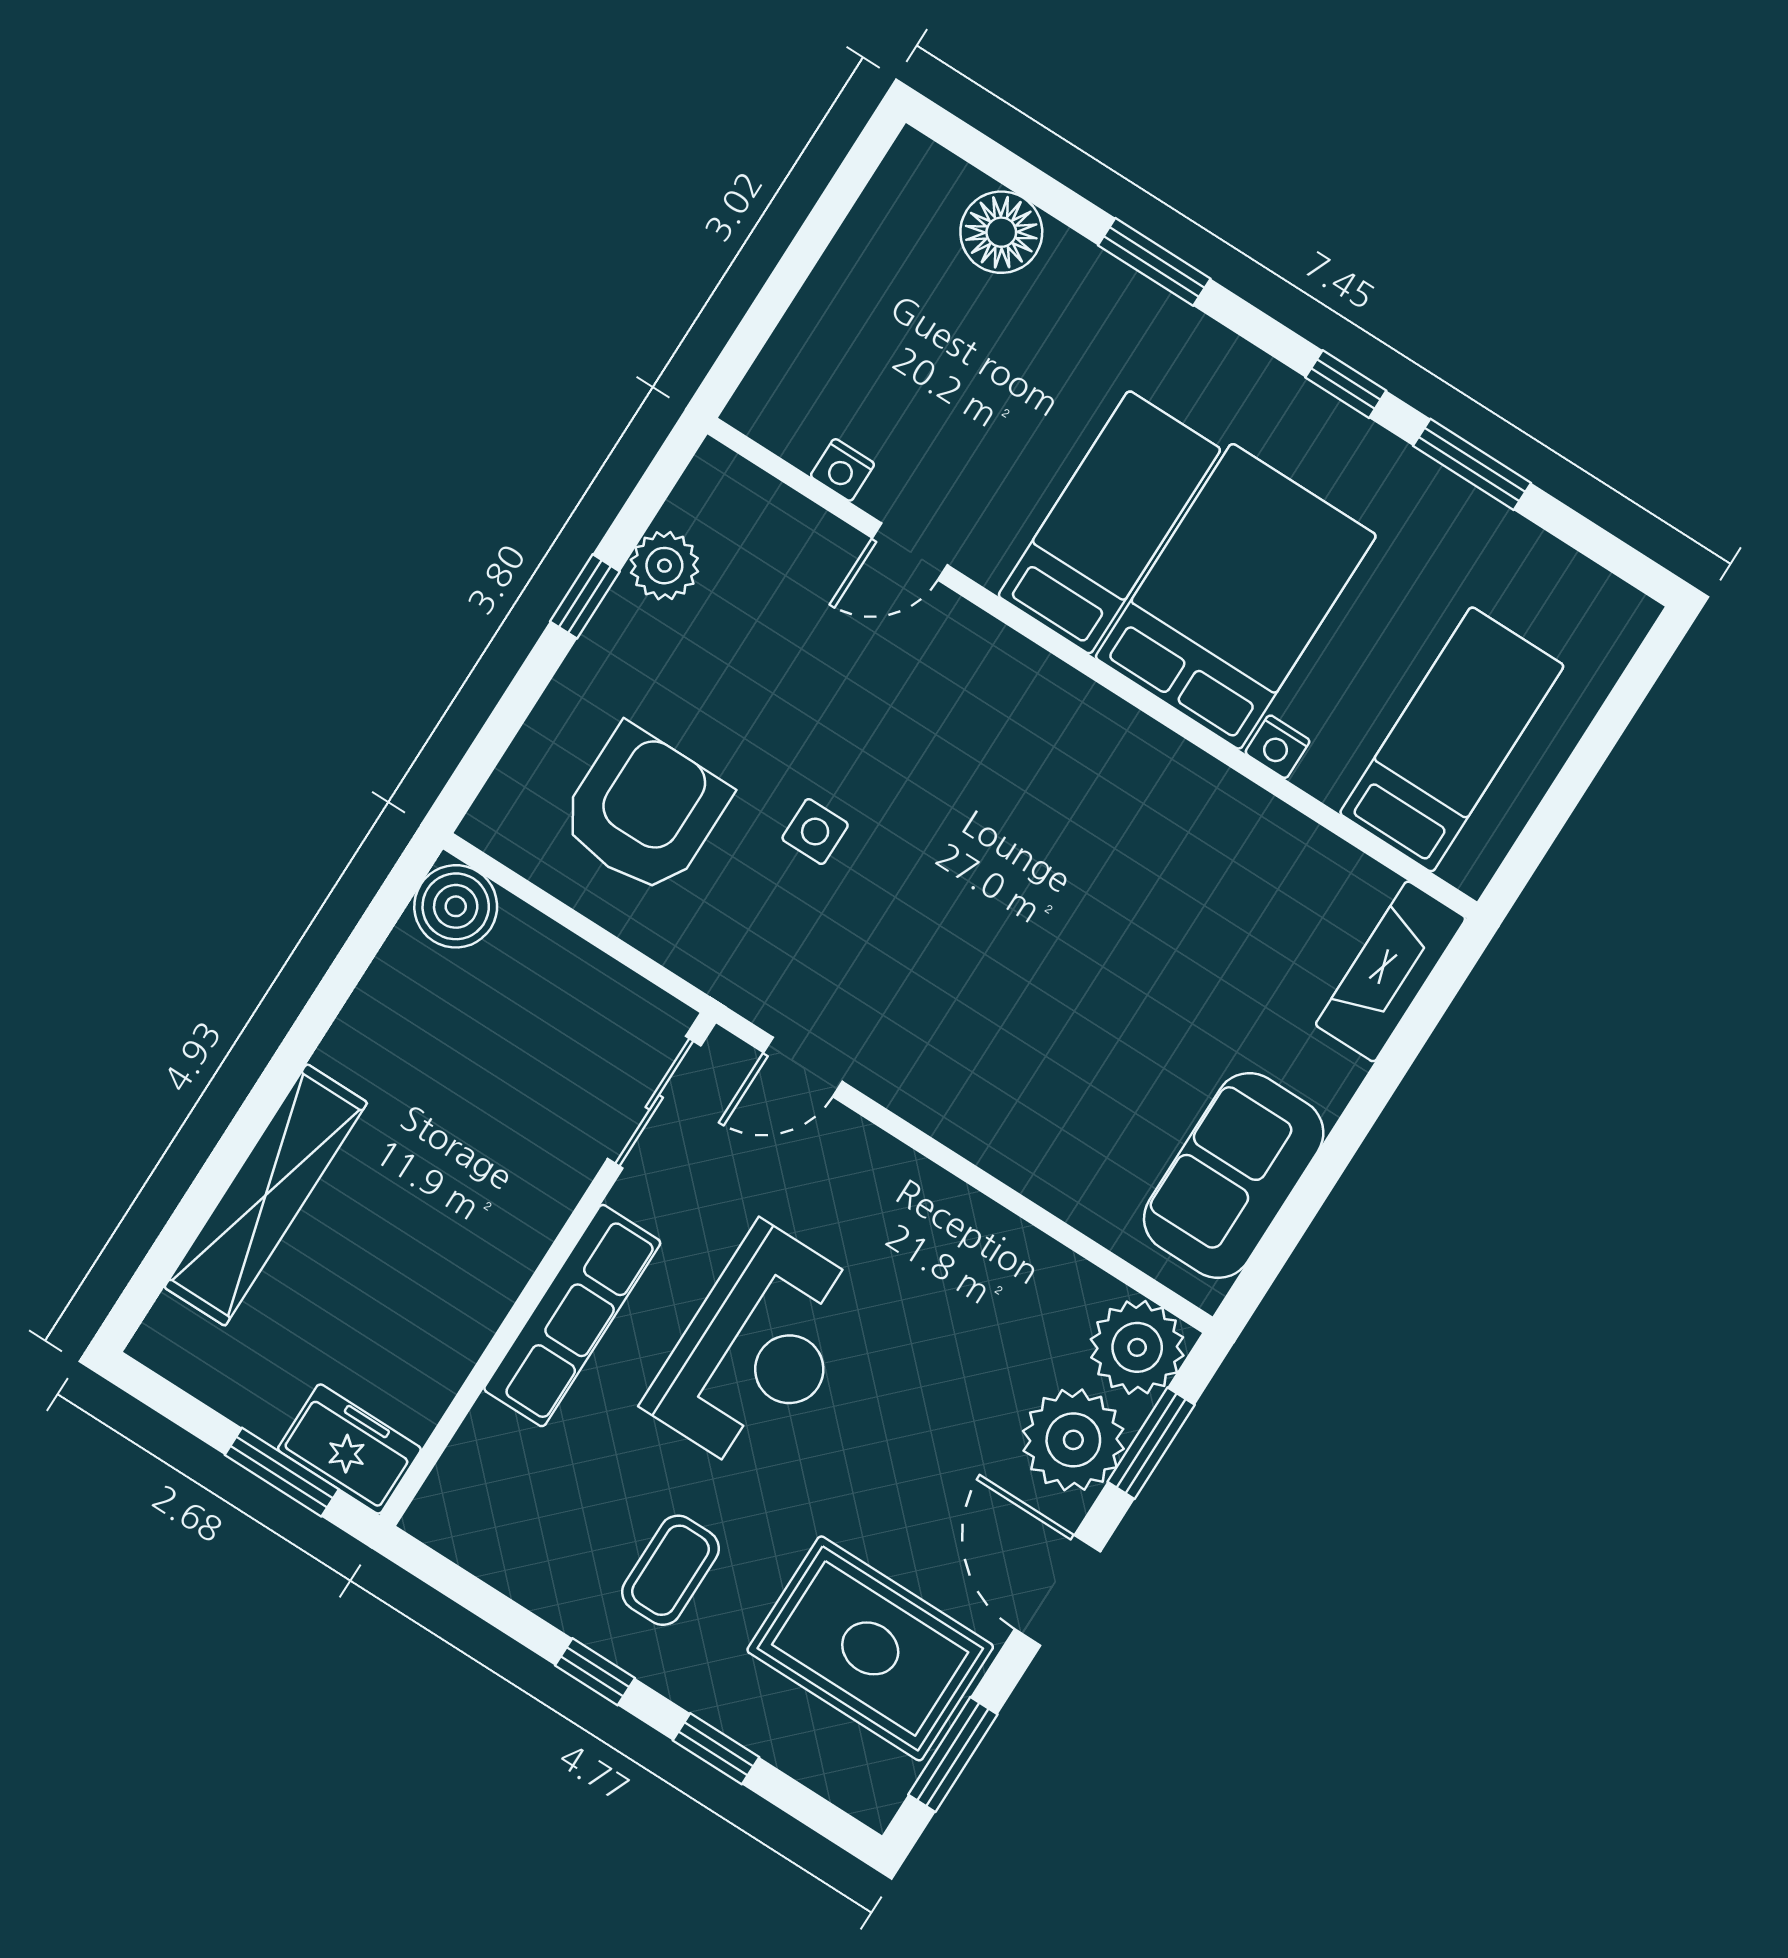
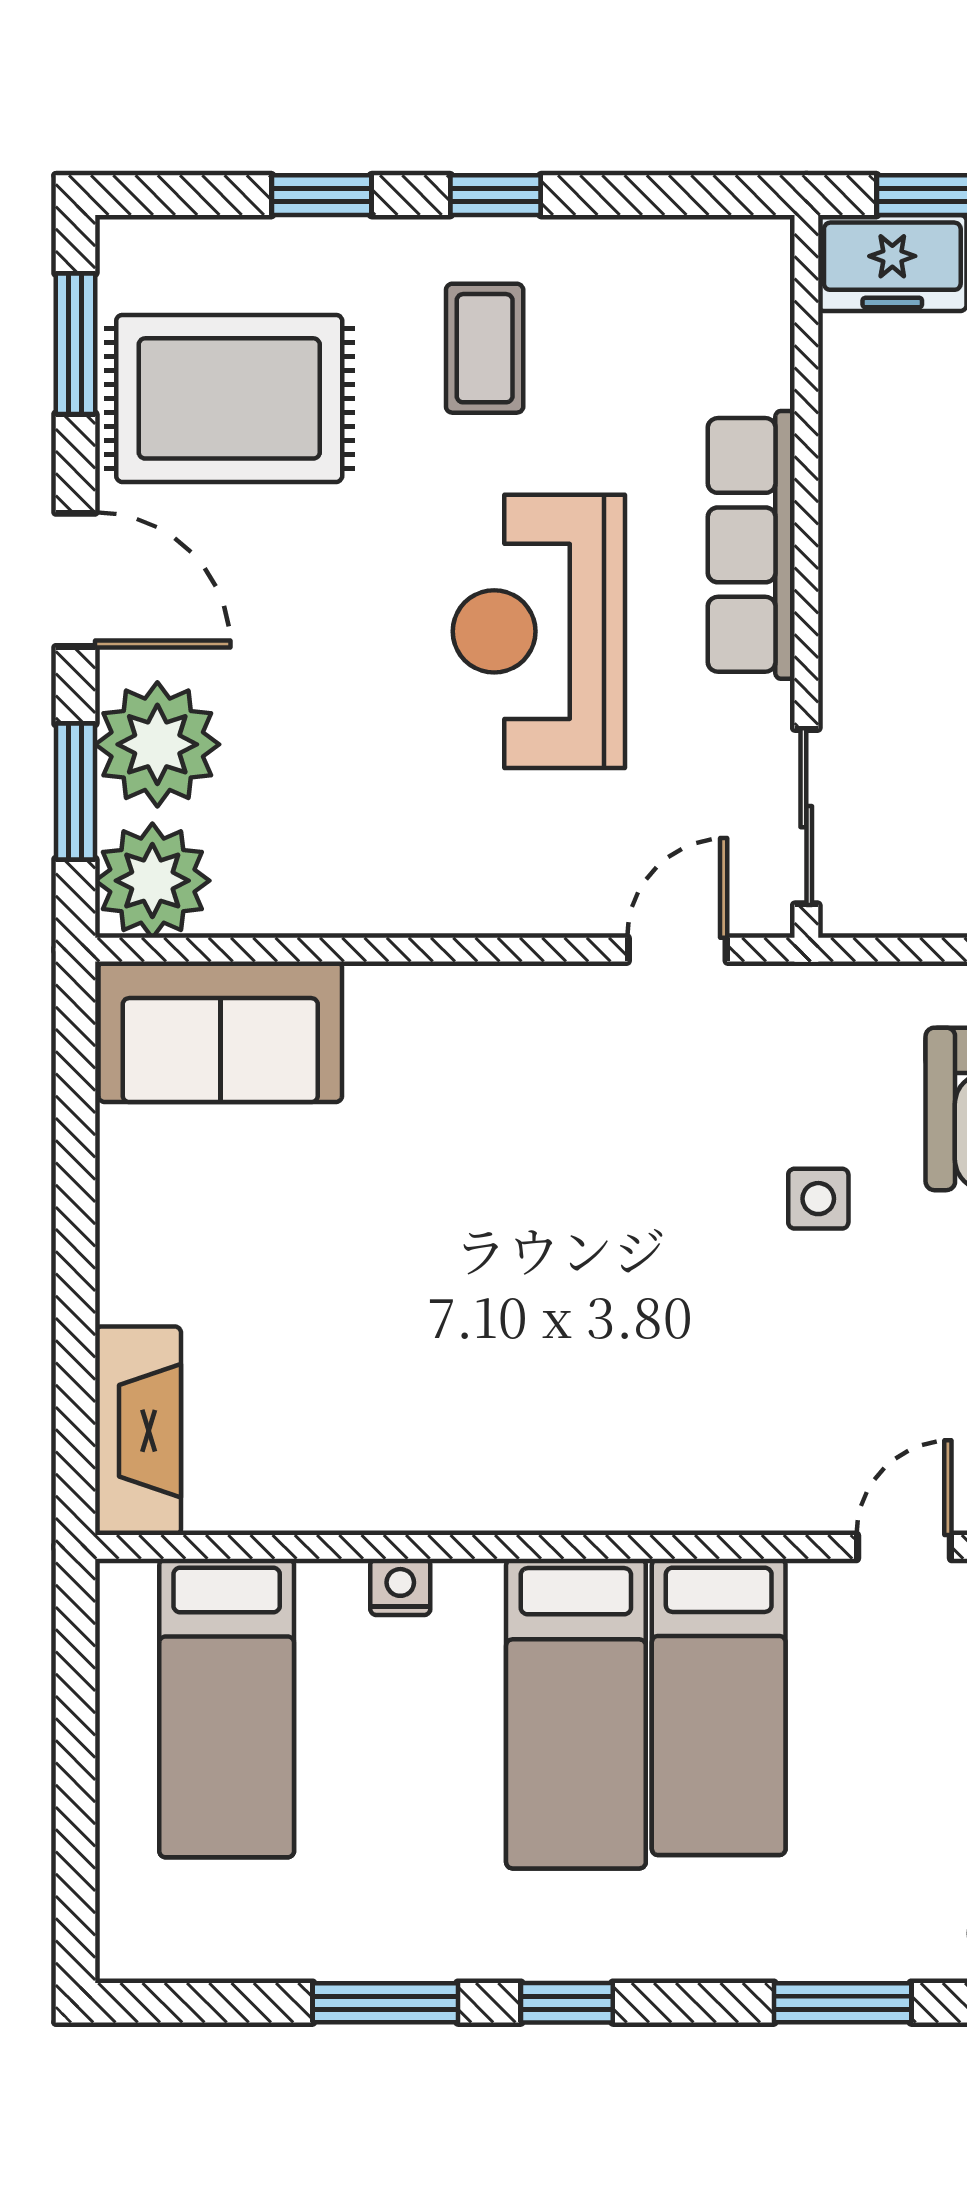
bed: (1236, 596) -> (576, 1714), width x0.67
sofa: (1234, 1176) -> (220, 1032), moved, turned 90

